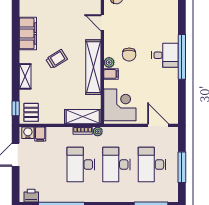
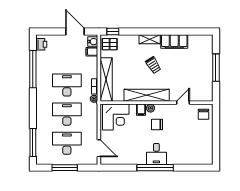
shelving: (25, 76) -> (150, 39), moved
shelving: (83, 117) -> (106, 80), width x1.47
door: (158, 125) -> (99, 148), hinge flipped

